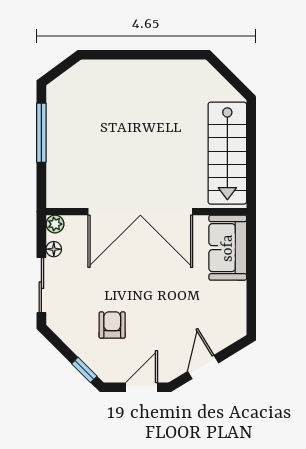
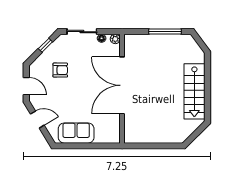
stairs: (227, 153) -> (194, 91), moved, turned -90
sofa: (228, 248) -> (76, 133), moved
window: (84, 370) -> (45, 45), moved

